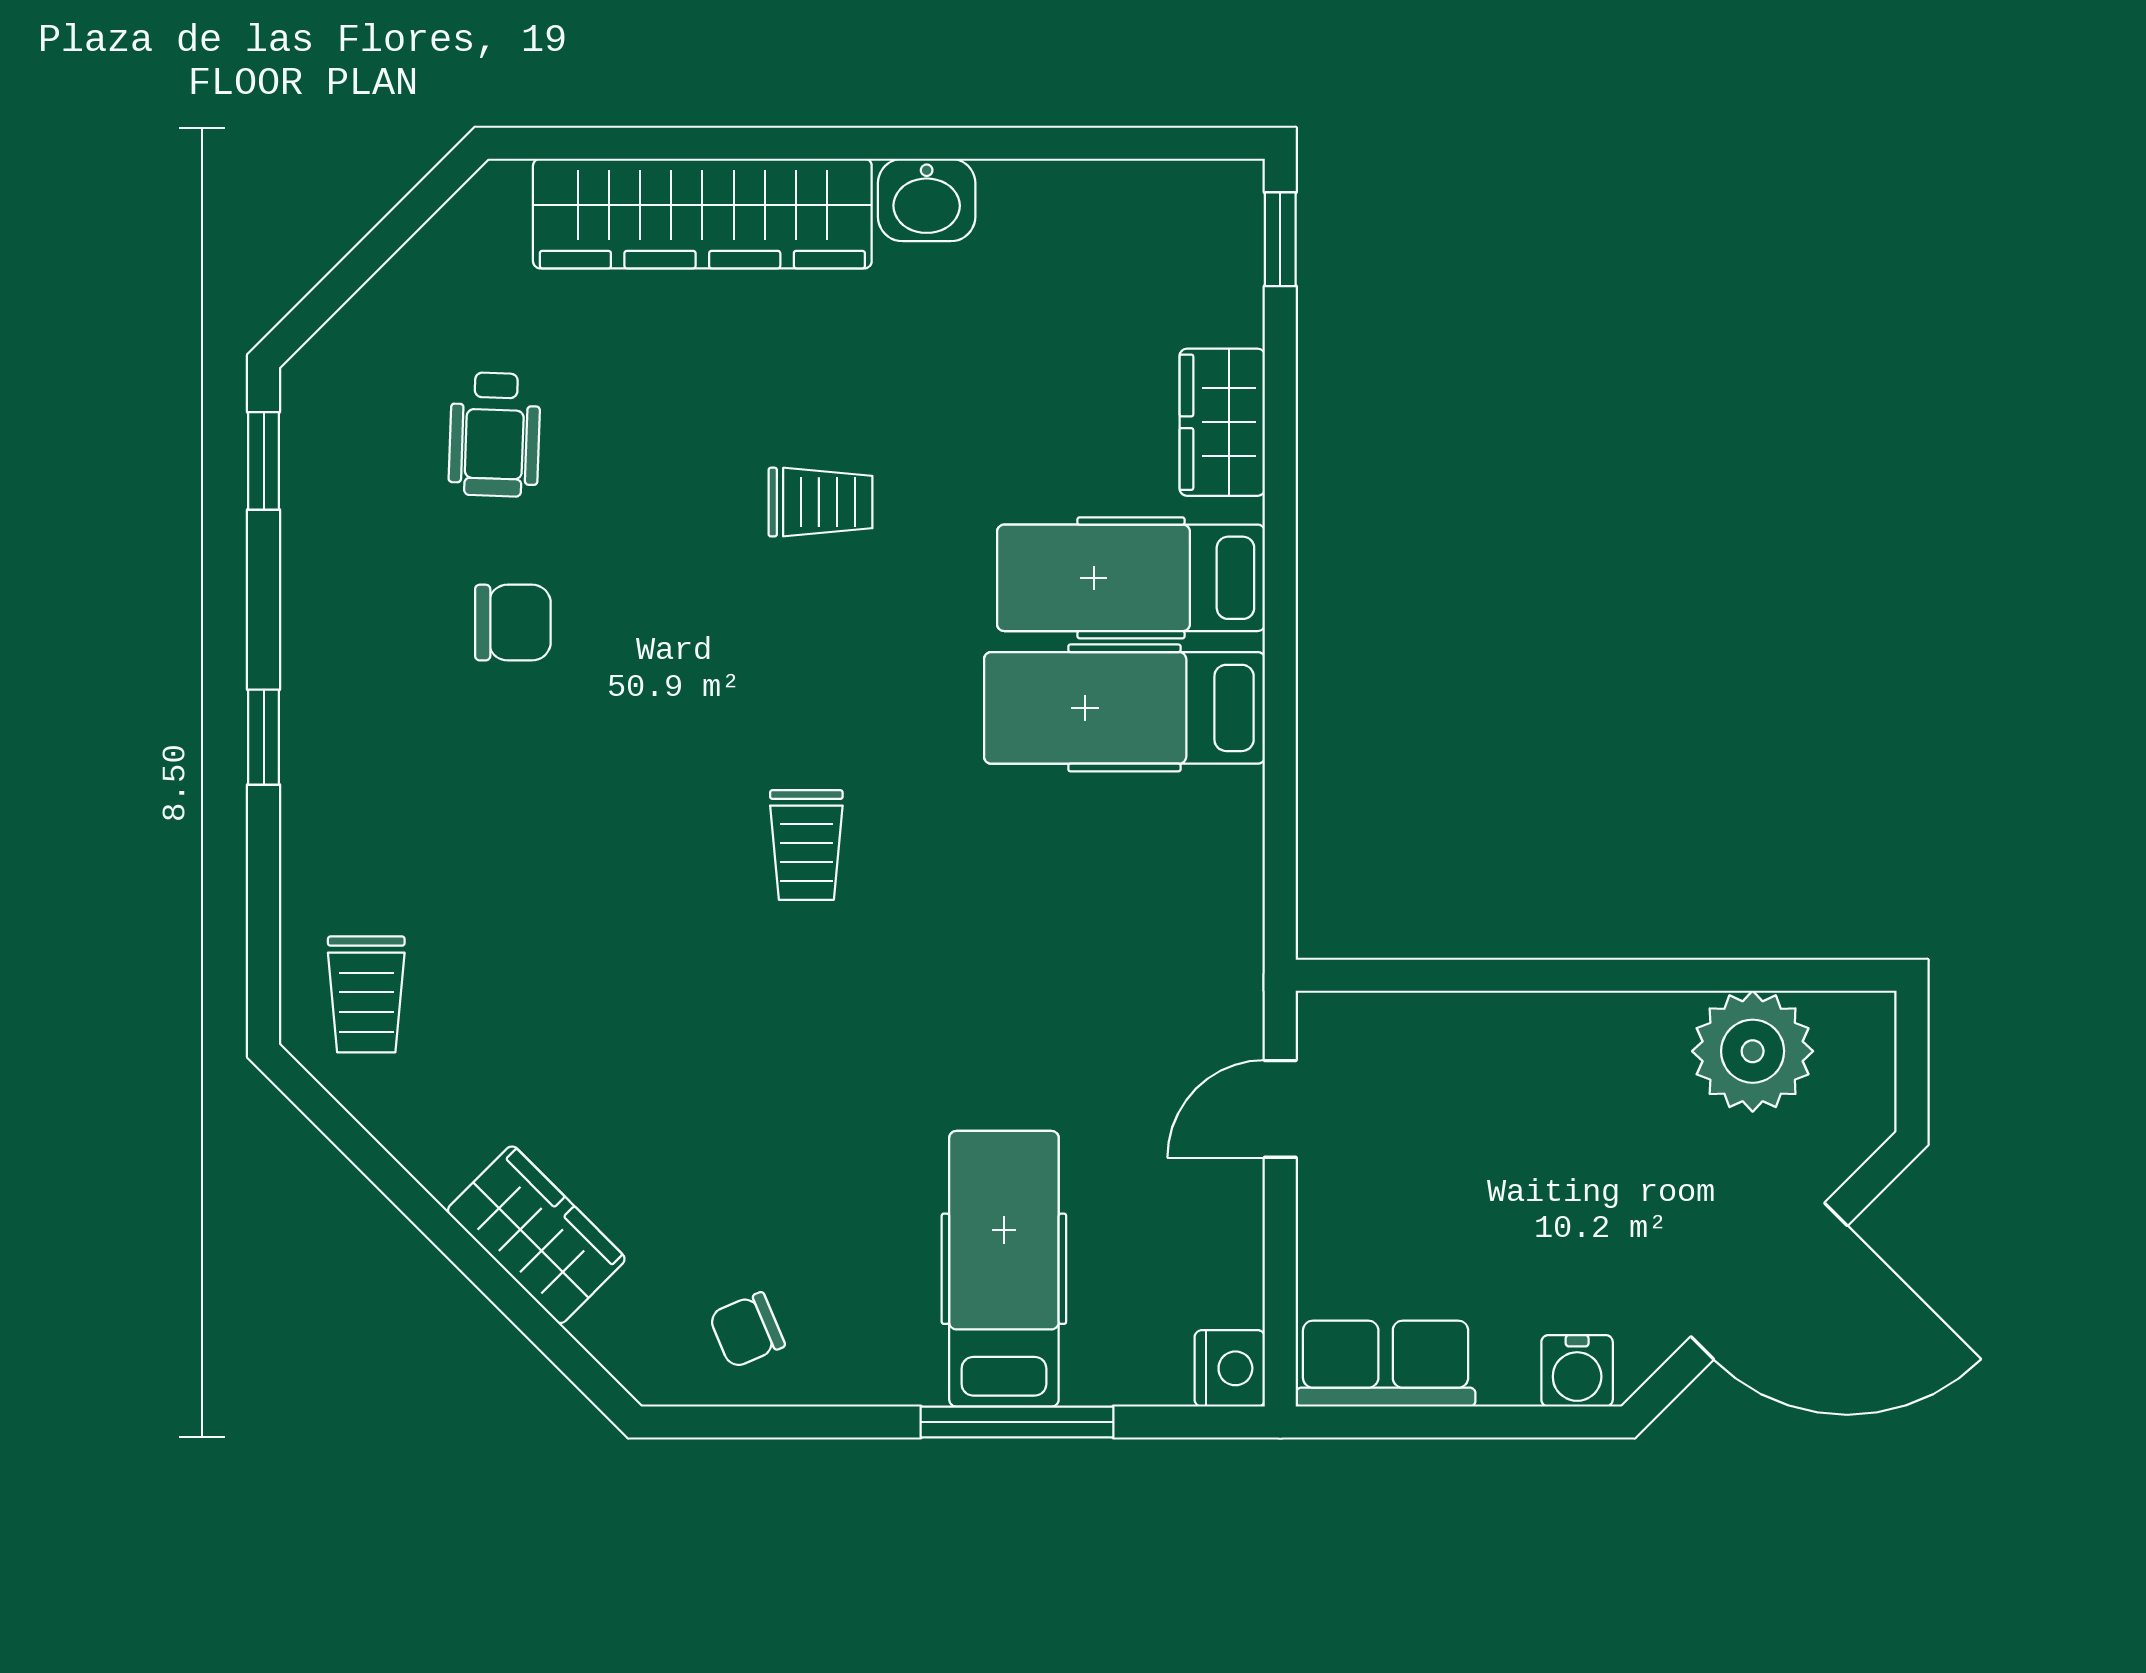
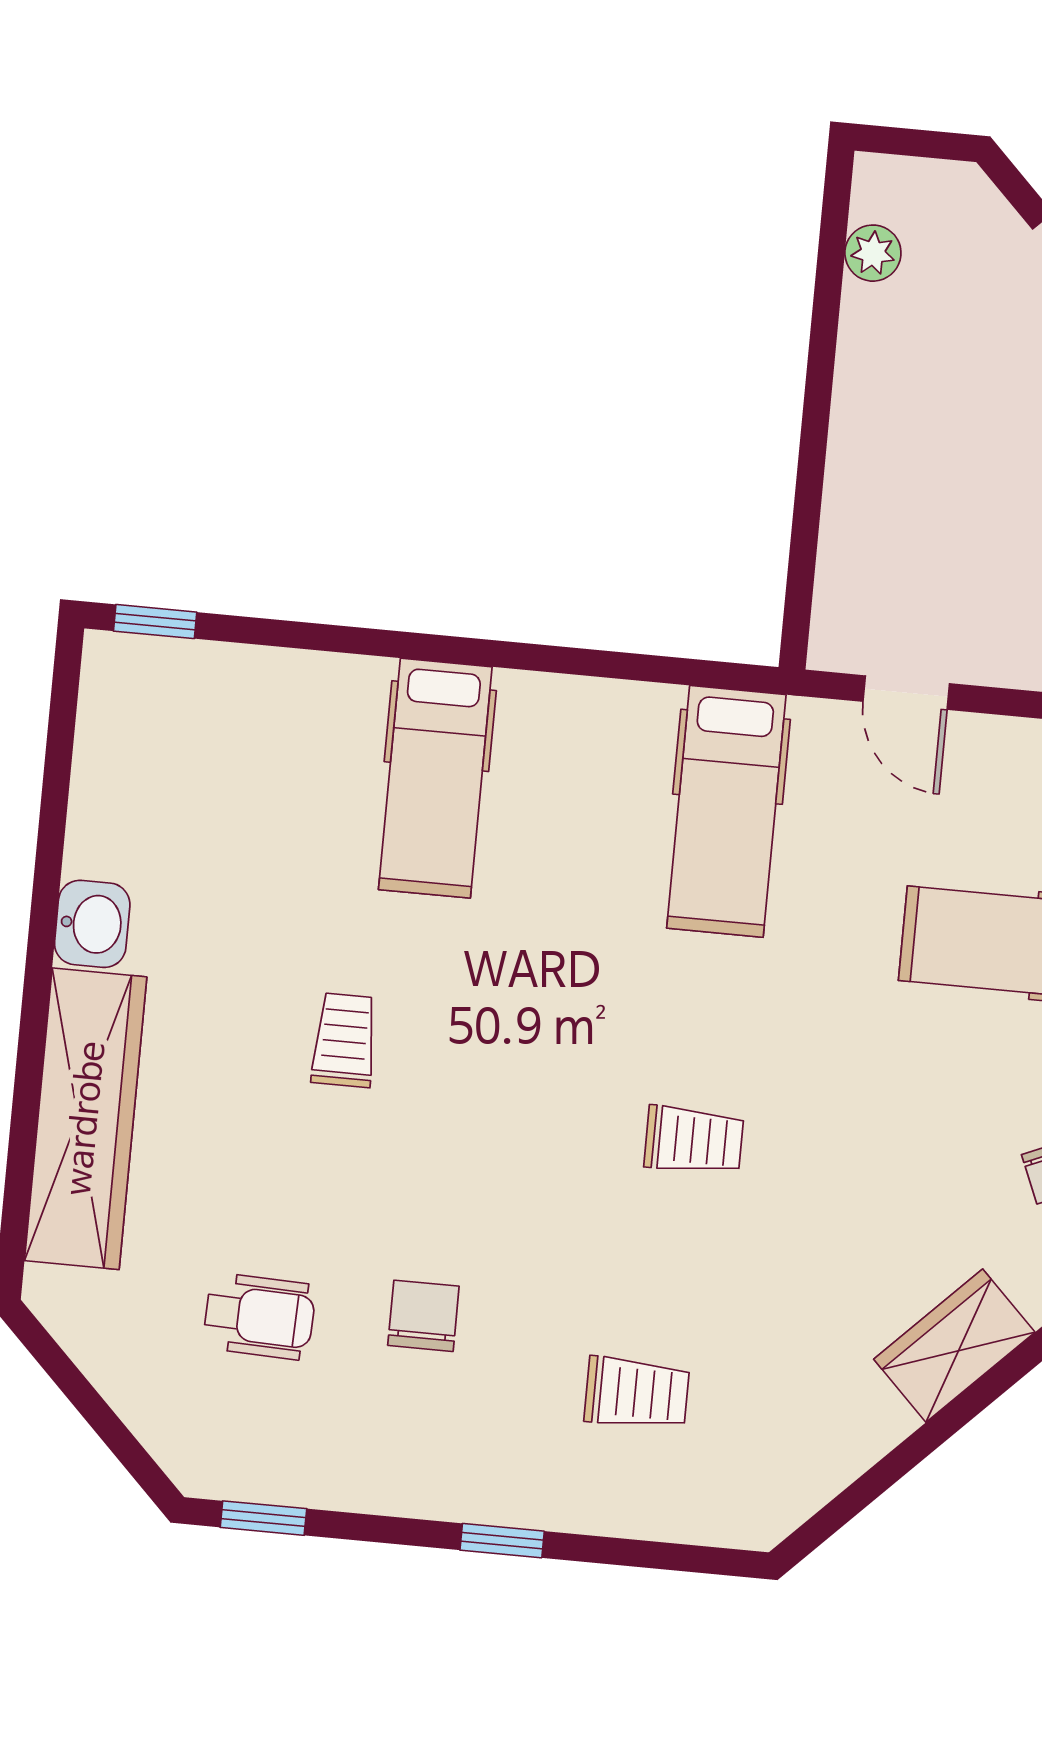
wardrobe: (1222, 422) -> (308, 687), removed
hospital bed: (1124, 708) -> (726, 811), moved
trolley: (806, 845) -> (694, 1140), moved
trolley: (366, 994) -> (637, 1393), moved
plant: (1753, 1051) -> (873, 253), width x0.53, depth x0.53

